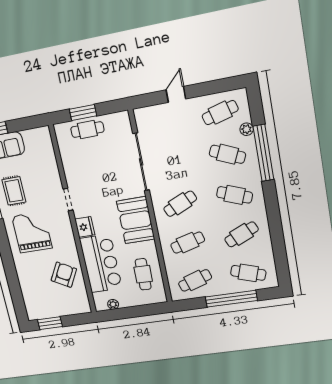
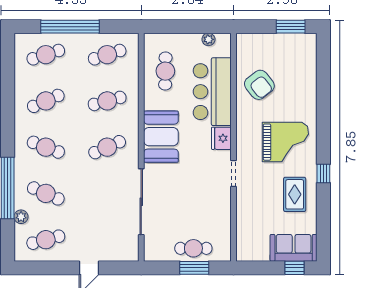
grand piano: (32, 232) -> (285, 142), turned -90
cafe table: (248, 273) -> (46, 55), turned -36
armchair: (64, 275) -> (259, 85), turned -67

